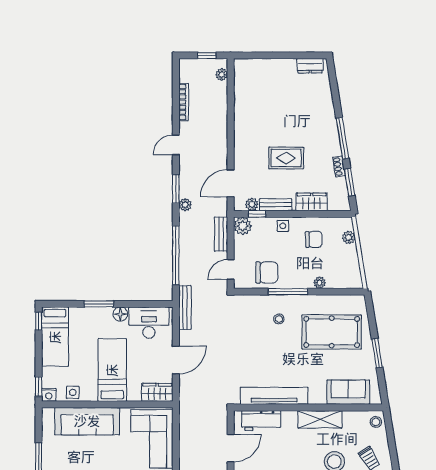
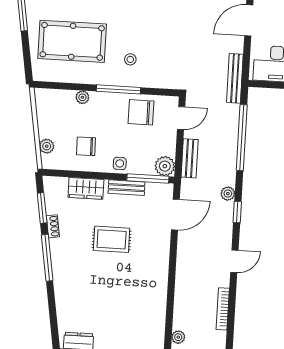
window: (176, 189) -> (237, 212), width x0.67
plant: (252, 204) -> (153, 190), removed
window: (257, 214) -> (148, 179), width x2.17

